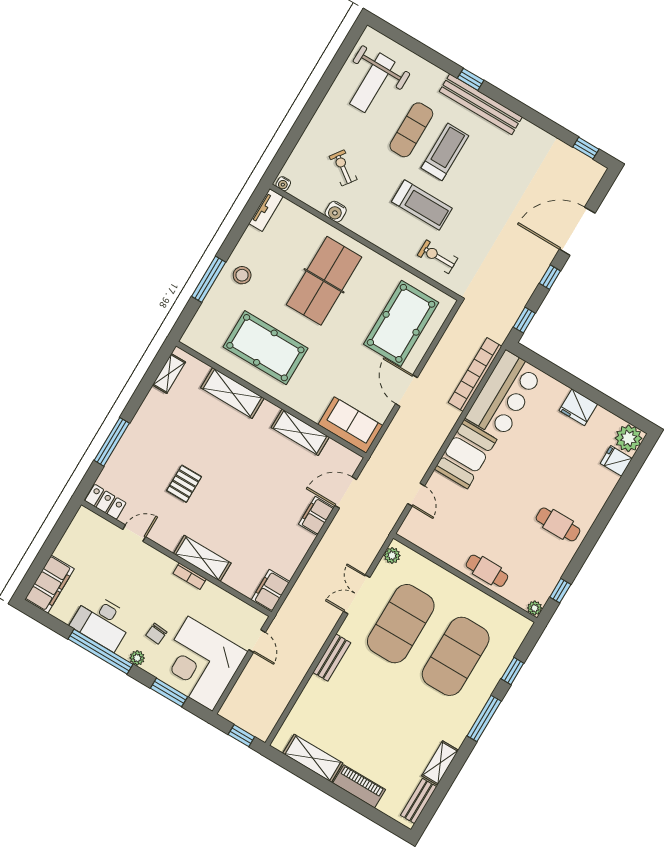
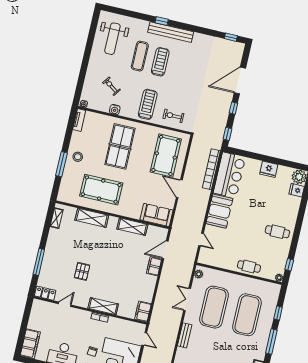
treadmill: (422, 205) -> (148, 104), moved, turned -90

